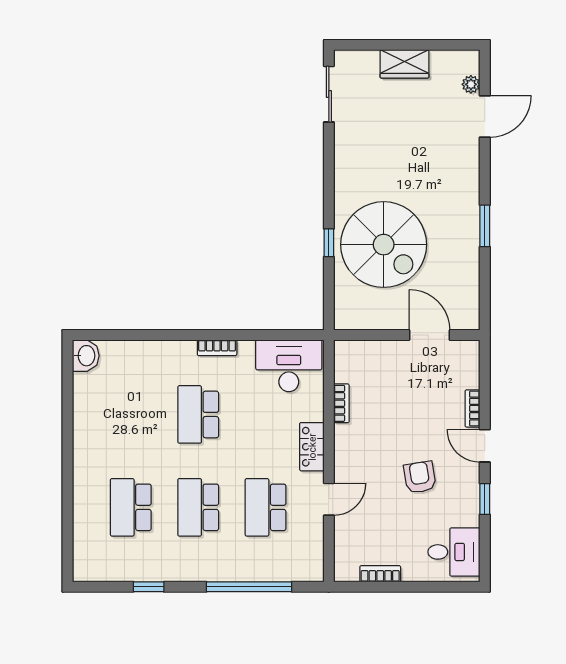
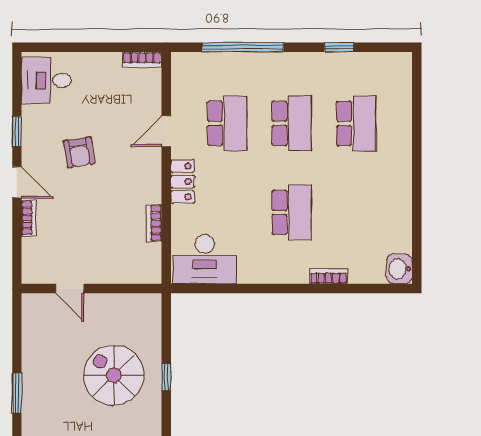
spiral stairs: (384, 245) -> (114, 375), width x0.73, depth x0.73
door: (429, 335) -> (70, 289), width x0.73
bookcase: (217, 348) -> (329, 276), moved
bookcase: (380, 574) -> (142, 60), moved

